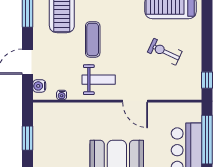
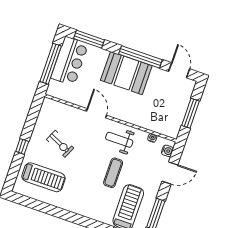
window: (207, 80) -> (22, 146), moved
window: (28, 138) -> (190, 113), width x1.44

